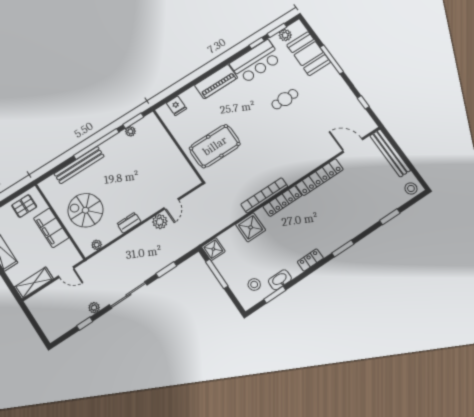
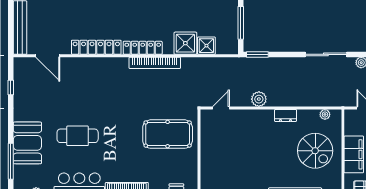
booth: (309, 54) -> (27, 143), moved
window: (332, 59) -> (11, 161), moved
cafe table: (285, 99) -> (78, 136), width x1.37, depth x1.35
door: (171, 204) -> (221, 108), moved
shower: (213, 249) -> (206, 46), moved
window: (166, 270) -> (257, 54), moved

